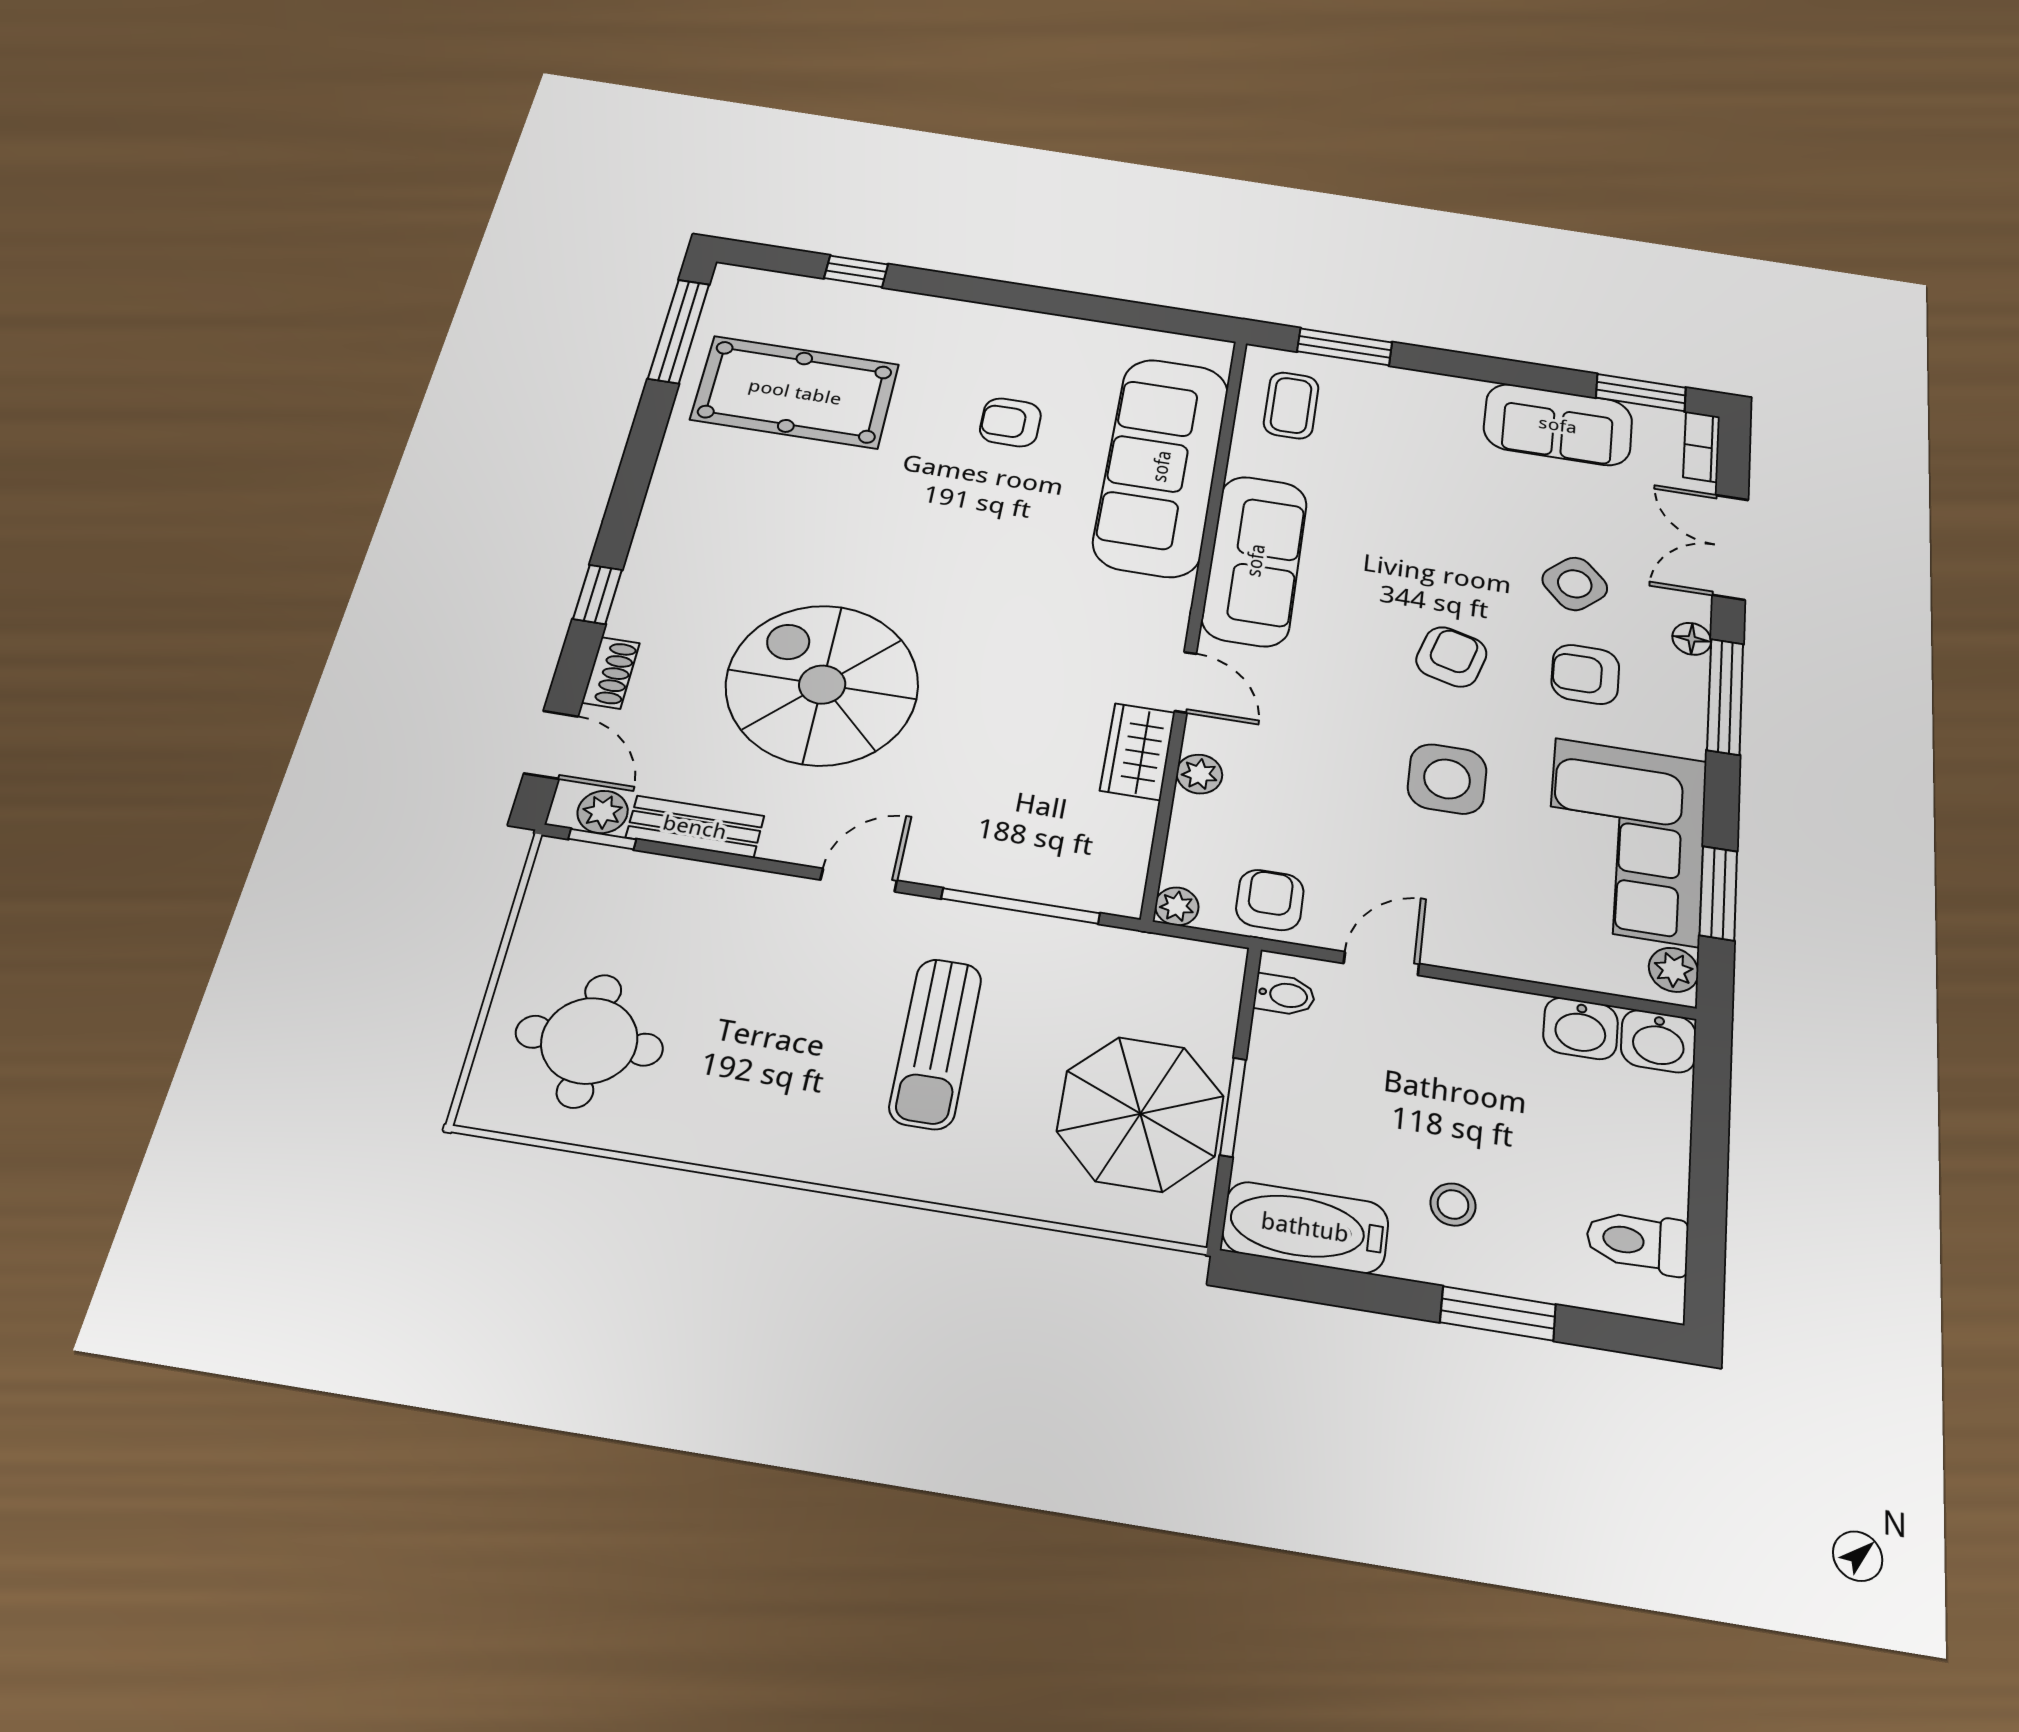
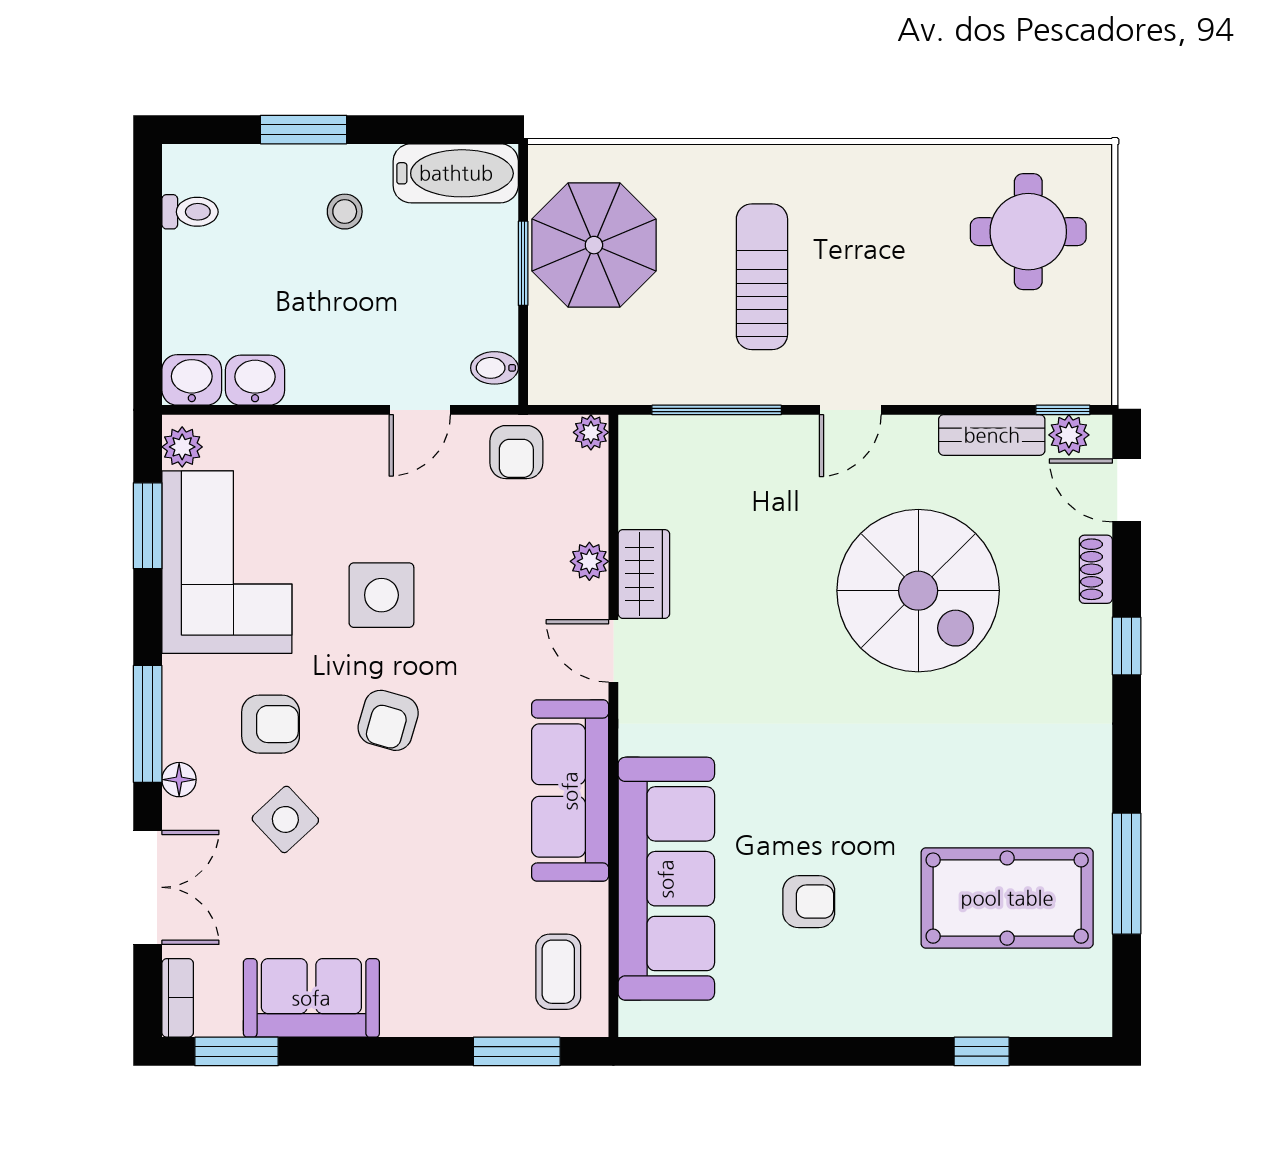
window: (679, 331) -> (1127, 874), moved
toilet: (1637, 1242) -> (190, 212), width x0.73, depth x0.72

